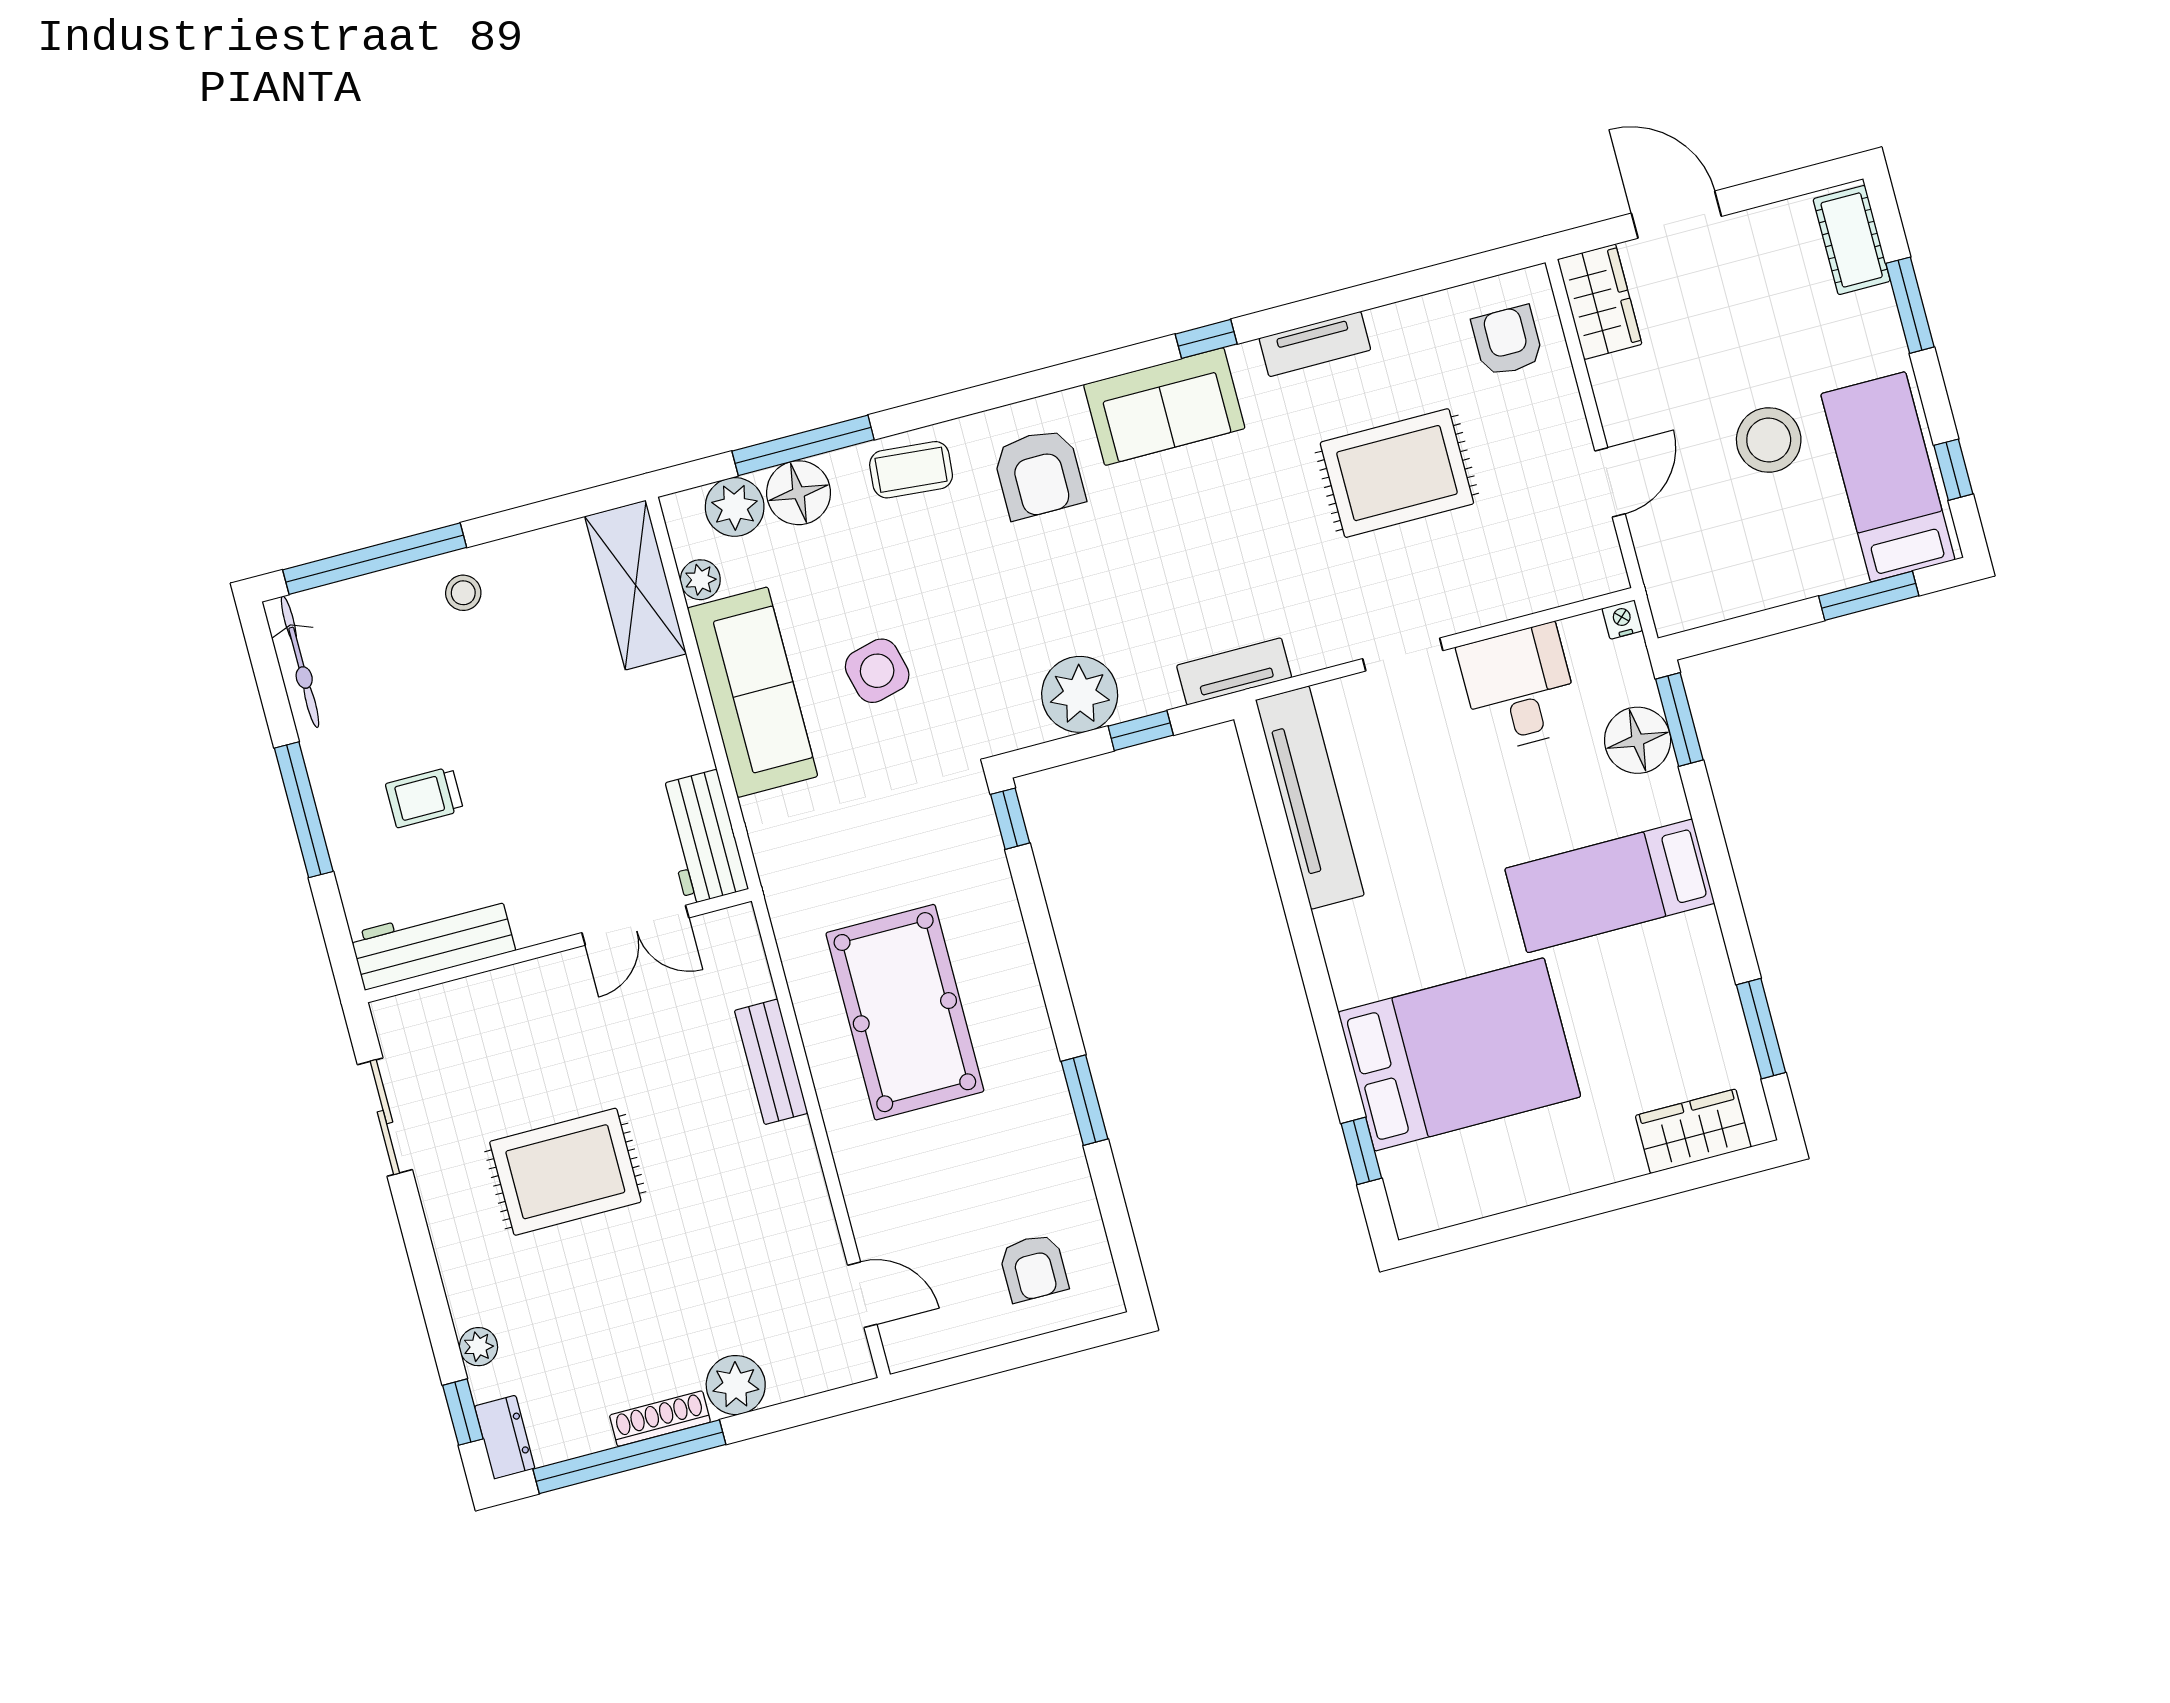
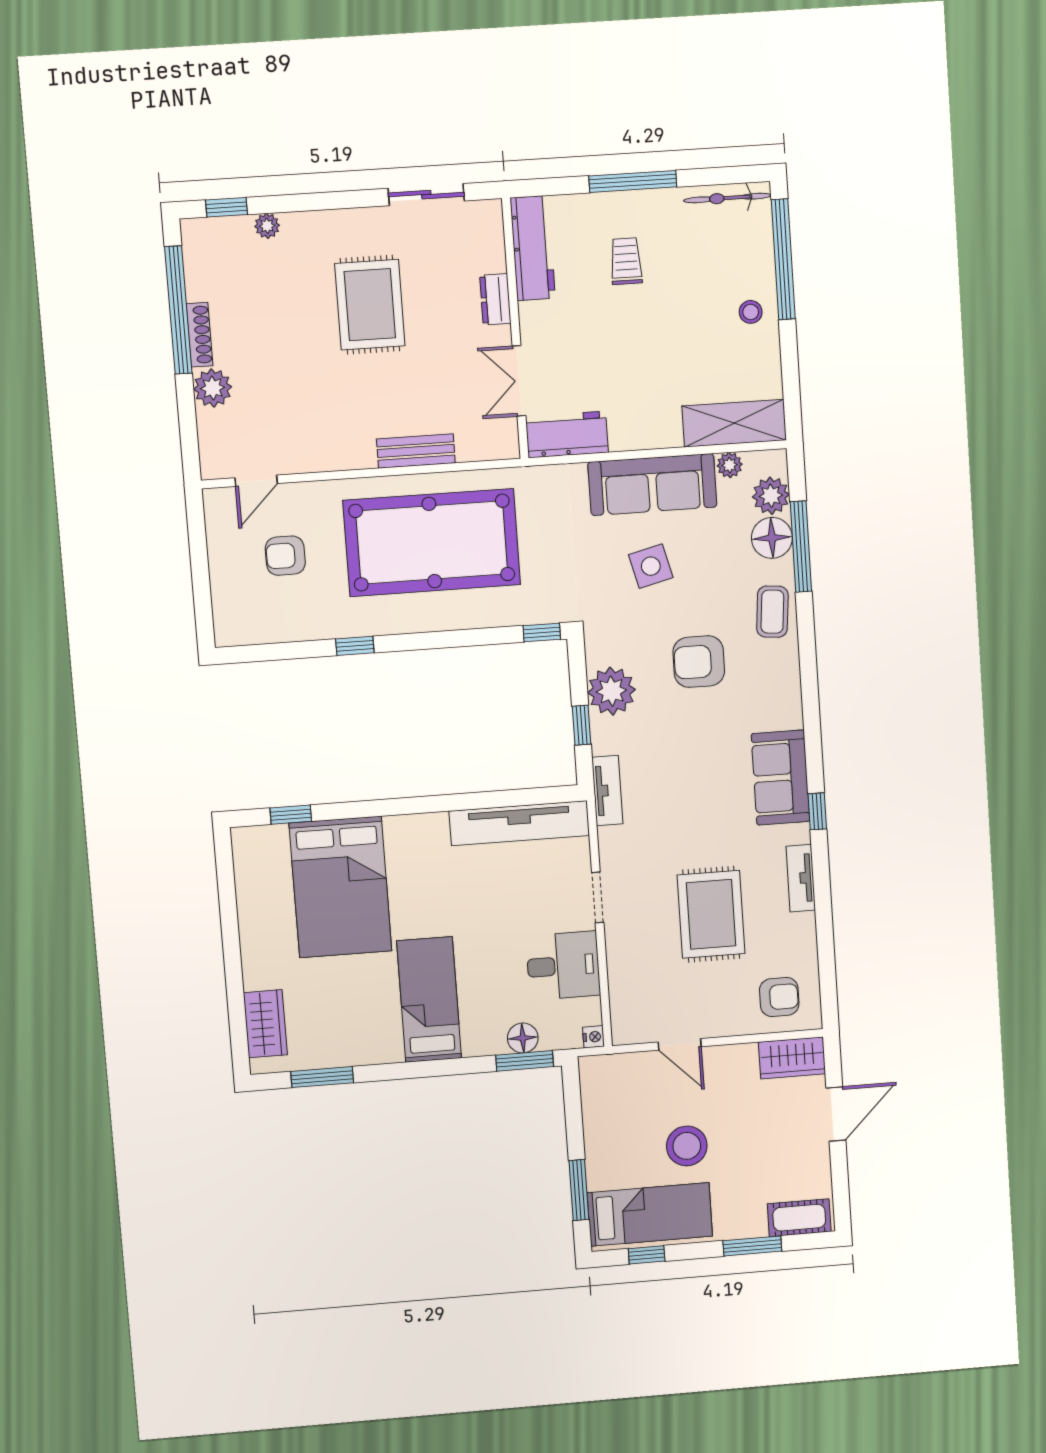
armchair: (1039, 474) -> (699, 662), moved
floor lamp: (1638, 740) -> (523, 1038), width x0.73, depth x0.73
pool table: (905, 1012) -> (432, 543), width x1.36, depth x1.32
window: (1084, 1100) -> (355, 646), width x0.67
armchair: (1034, 1268) -> (285, 556), moved
dresser: (505, 1437) -> (495, 299), moved, turned 90

